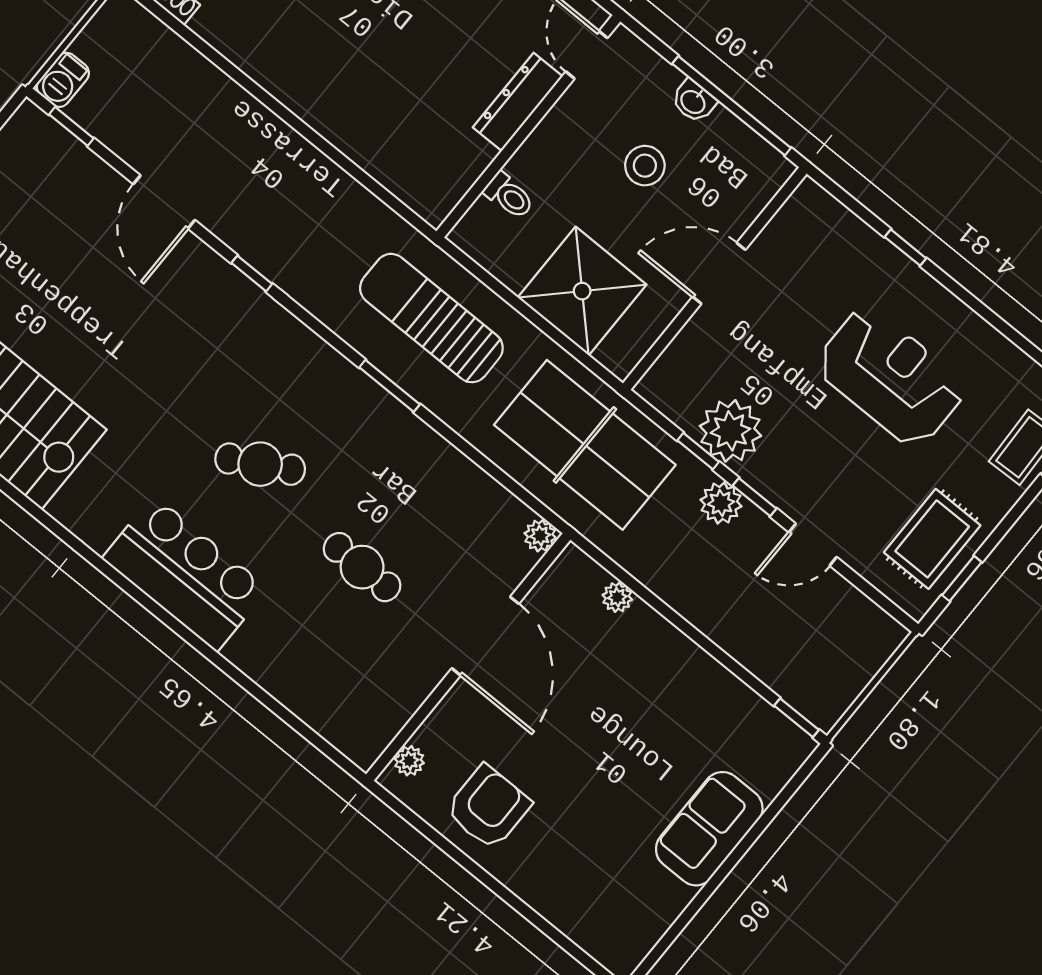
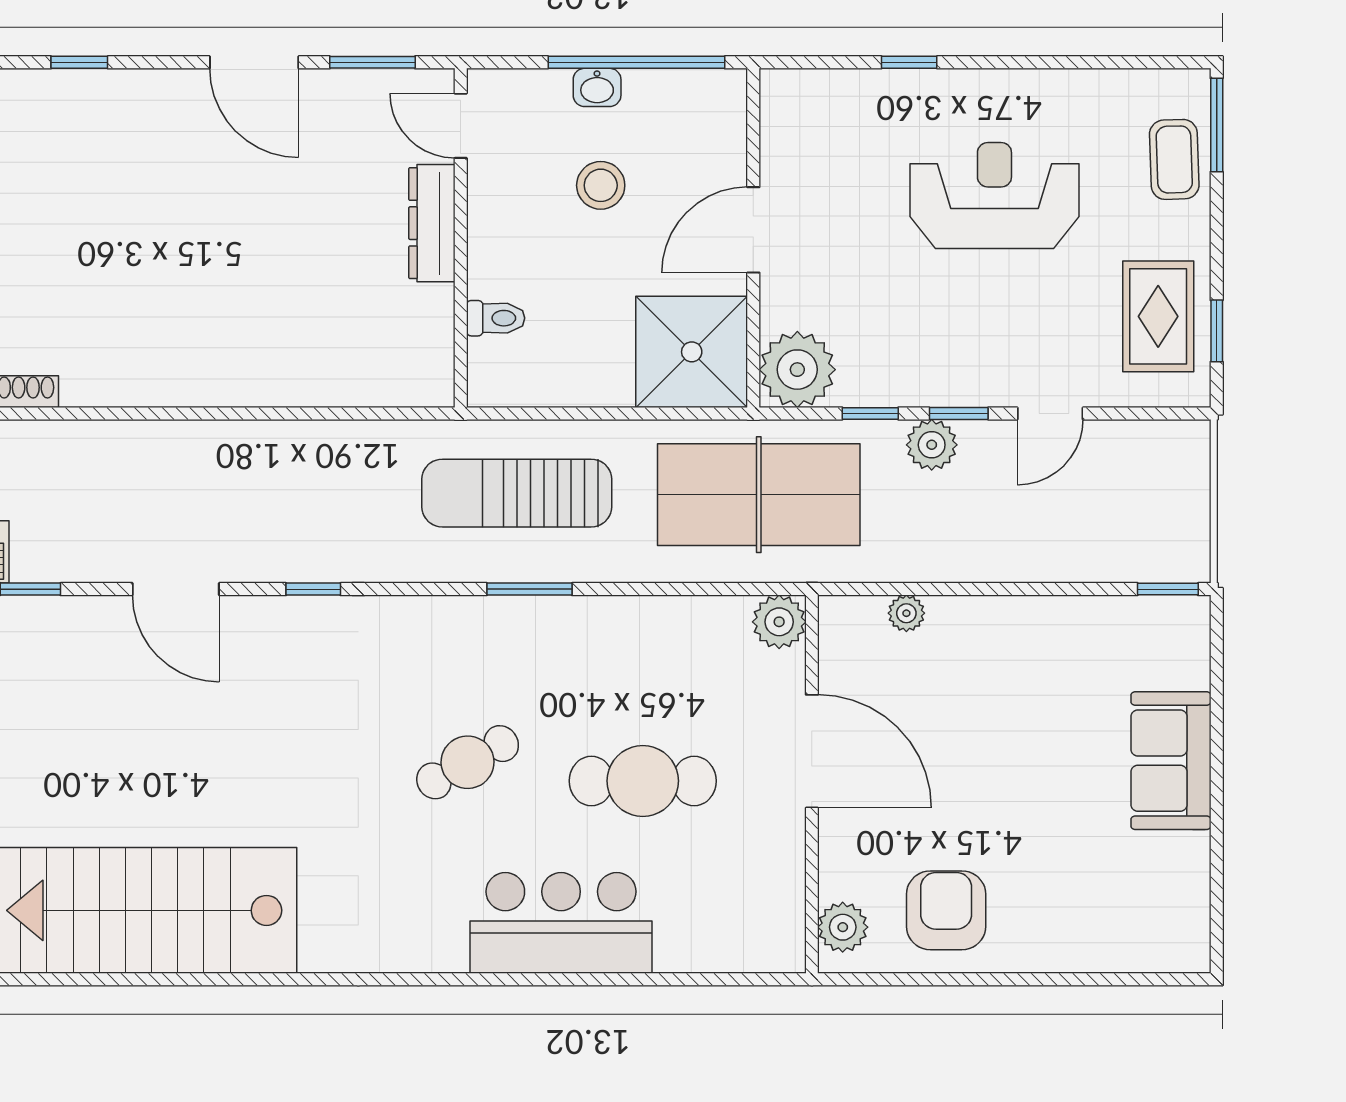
shower: (582, 291) -> (692, 352), moved
plant: (730, 431) -> (797, 370), moved
plant: (540, 536) -> (779, 622), width x1.38, depth x1.38
cafe table: (362, 567) -> (643, 781), width x1.37, depth x1.35
bar counter: (185, 573) -> (561, 923), moved
plant: (409, 761) -> (843, 927), width x1.38, depth x1.38

